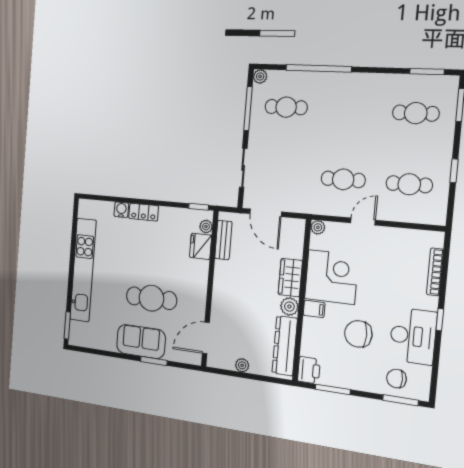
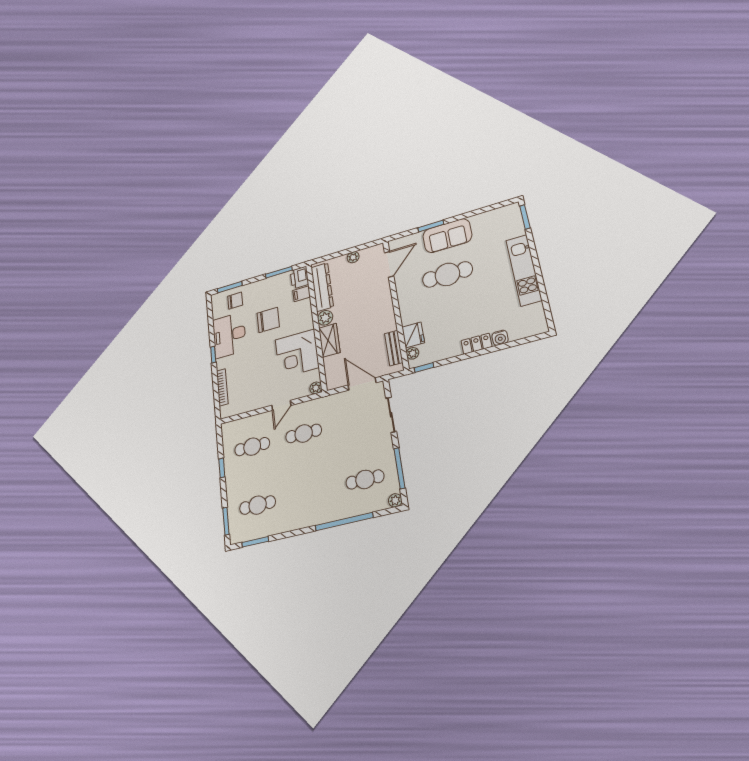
kitchen unit: (83, 270) -> (524, 270), width x0.73
filing cabinet: (314, 309) -> (302, 294), moved

